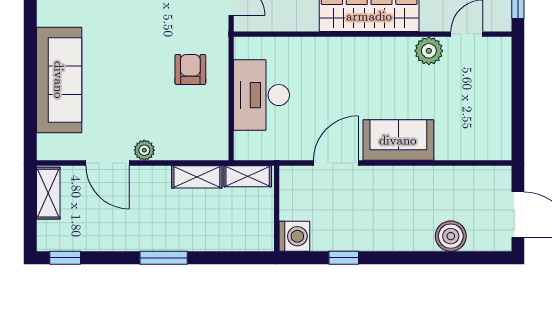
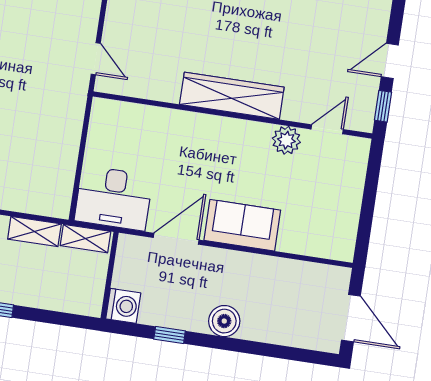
armchair: (190, 69) -> (44, 123), removed
desk: (261, 95) -> (114, 198), moved, turned -90
boiler: (451, 236) -> (224, 321), moved

